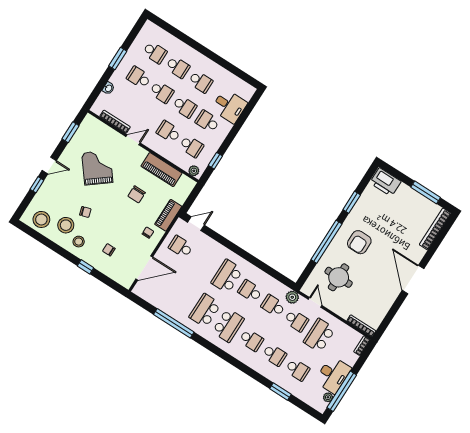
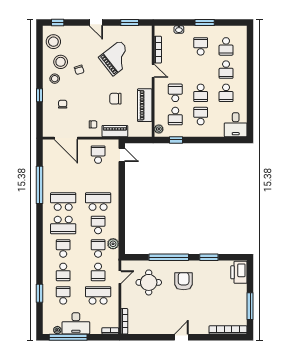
school desk: (162, 92) -> (201, 70), removed
desk: (229, 106) -> (236, 125), moved
window: (37, 185) -> (58, 22), moved
armchair: (359, 242) -> (184, 281), turned 90
door: (413, 280) -> (181, 337), width x0.53
plant: (292, 297) -> (113, 244), moved
school desk: (251, 340) -> (63, 248), turned 180
school desk: (297, 370) -> (63, 295), turned 180

